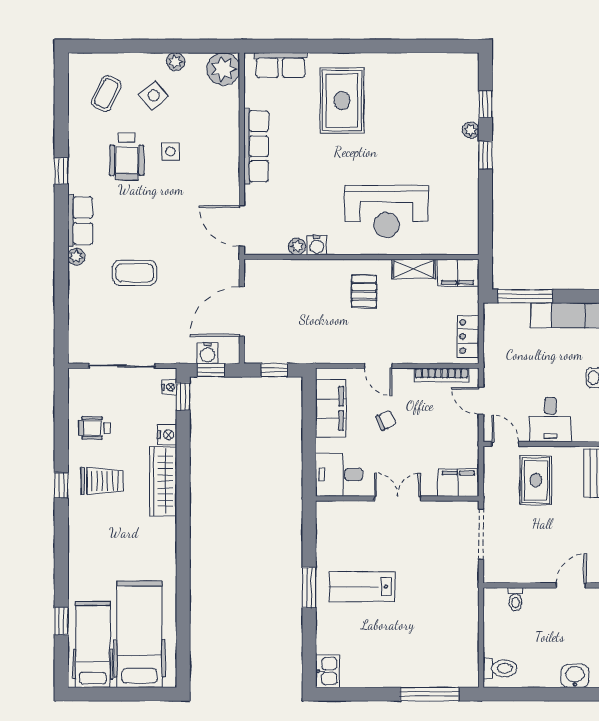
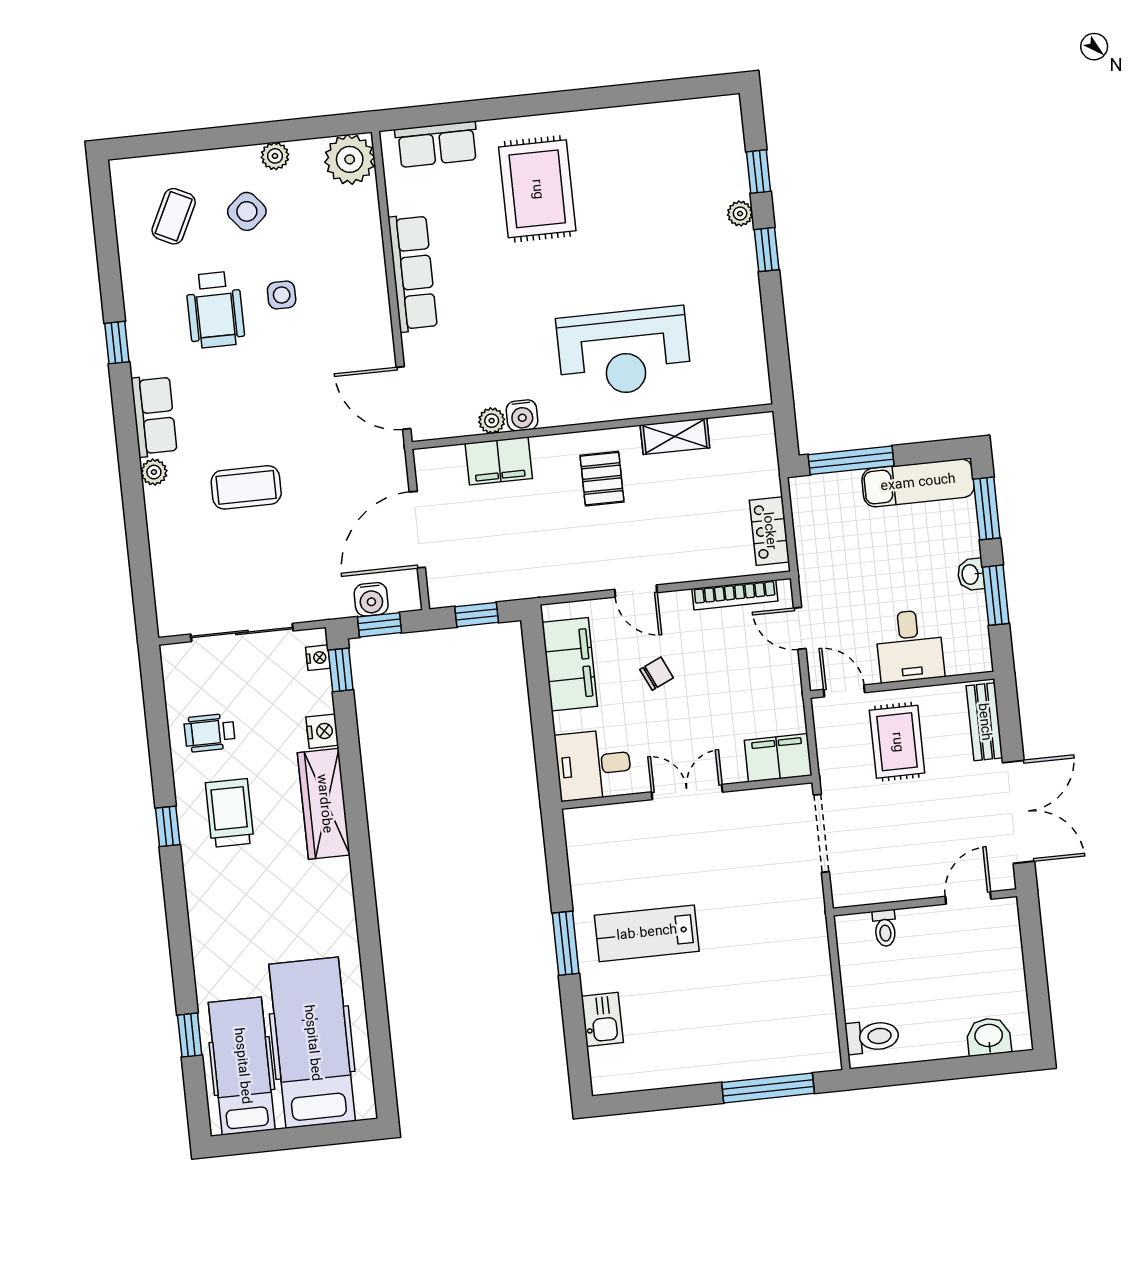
filing cabinet: (457, 273) -> (499, 461), moved
trolley: (102, 481) -> (230, 813), turned -90
kitchen sink: (328, 671) -> (602, 1019), moved

